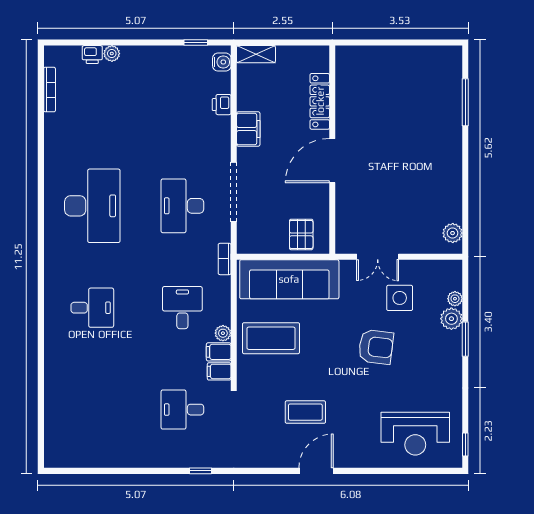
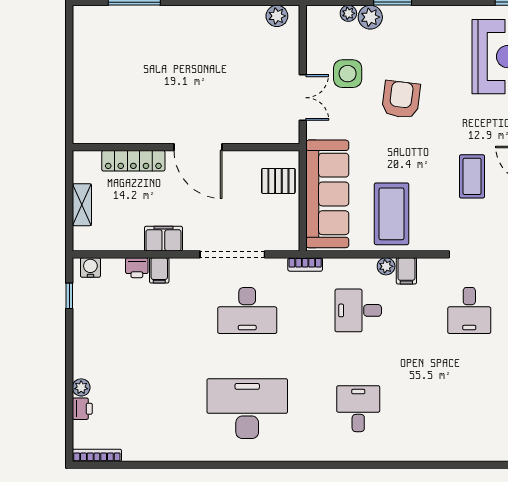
shelving: (256, 54) -> (82, 205), moved
bookcase: (50, 90) -> (97, 455), moved
filing cabinet: (219, 371) -> (159, 270), moved

